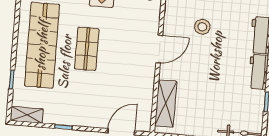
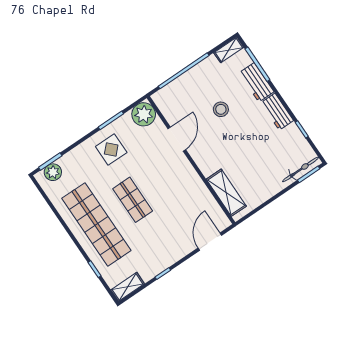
stool: (202, 27) -> (221, 109), moved
door: (159, 49) -> (177, 139), moved

